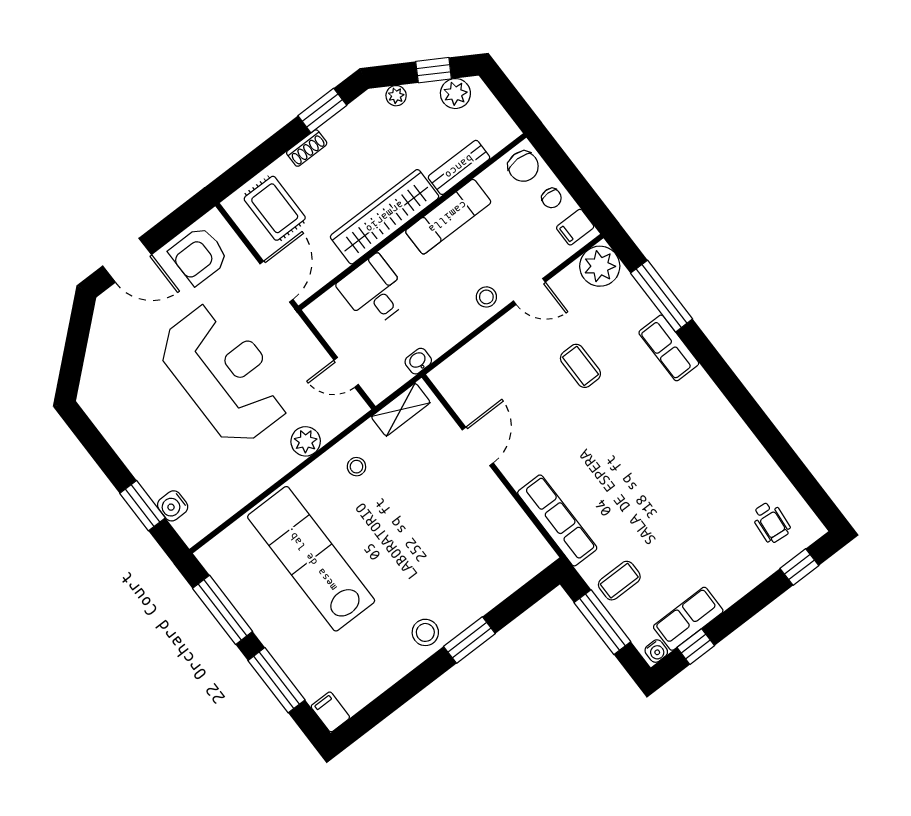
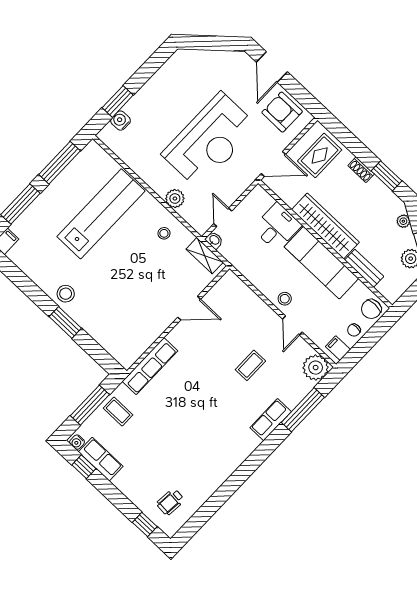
exam couch: (448, 217) -> (321, 263), width x1.36, depth x1.45
washbasin: (418, 361) -> (214, 240), moved

